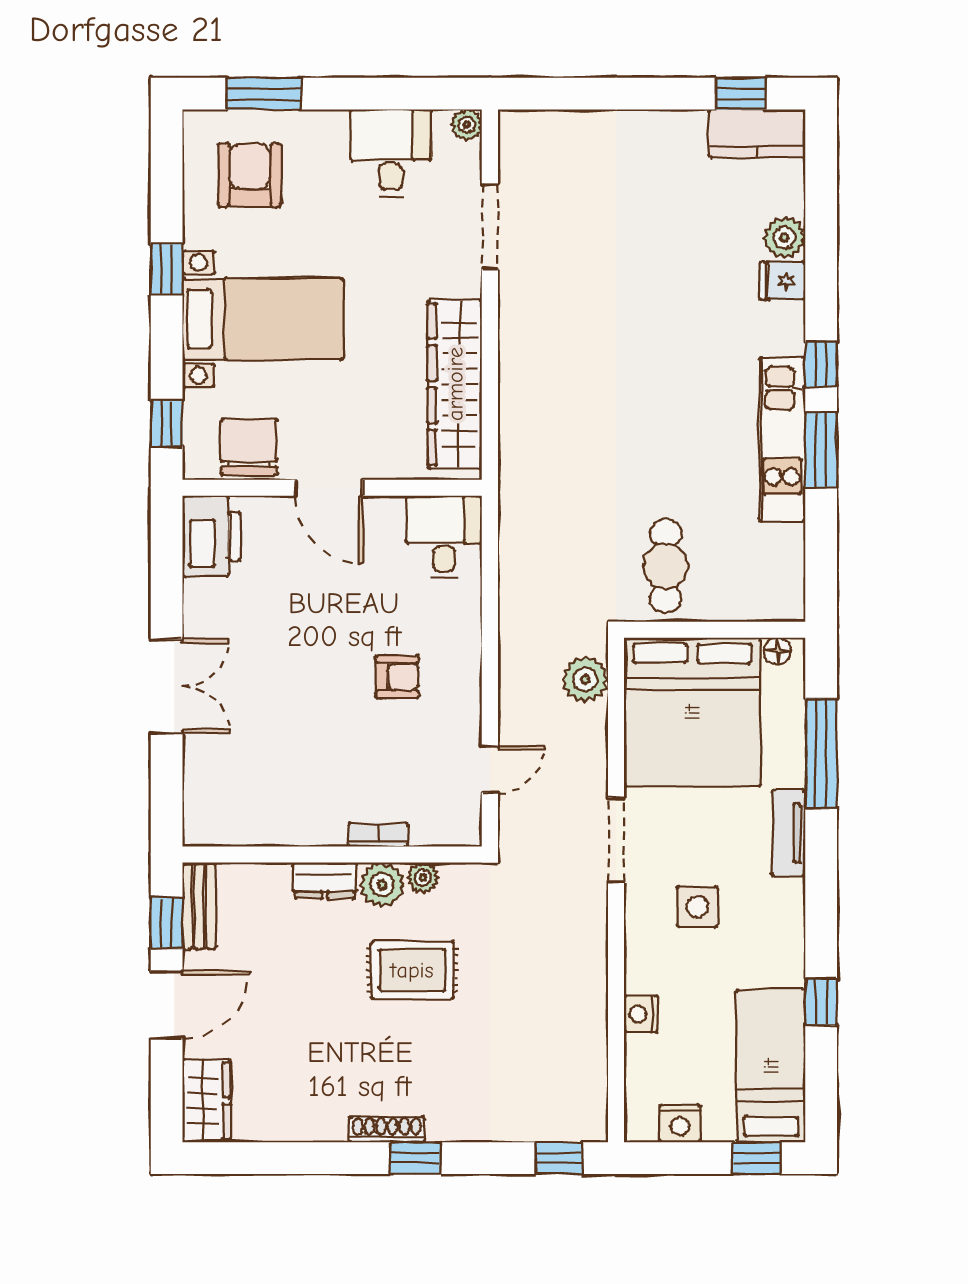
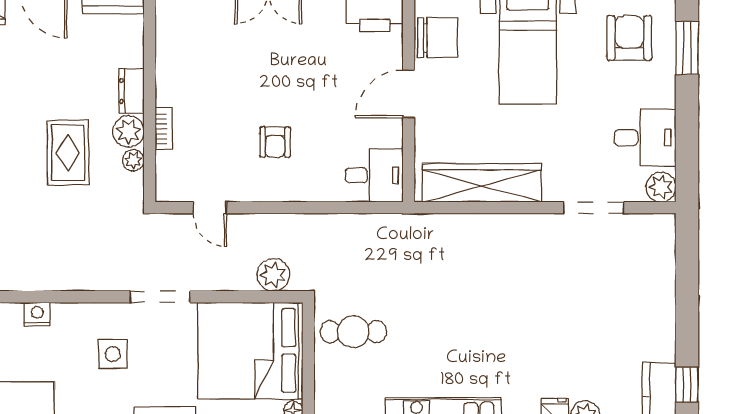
plant: (467, 125) -> (661, 187), width x1.38, depth x1.38
armchair: (250, 175) -> (629, 38), turned -90

